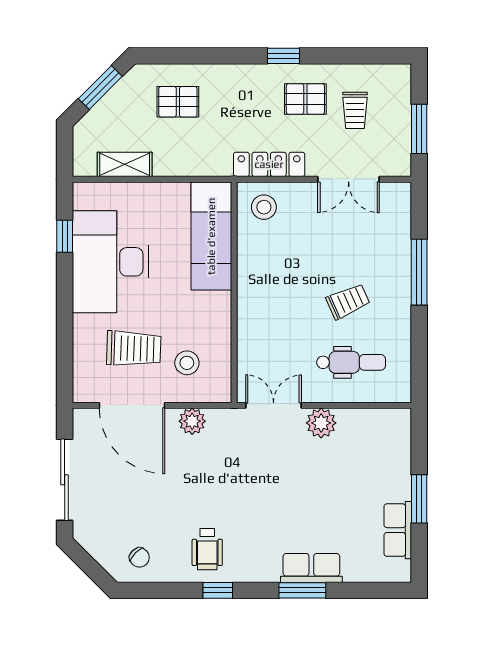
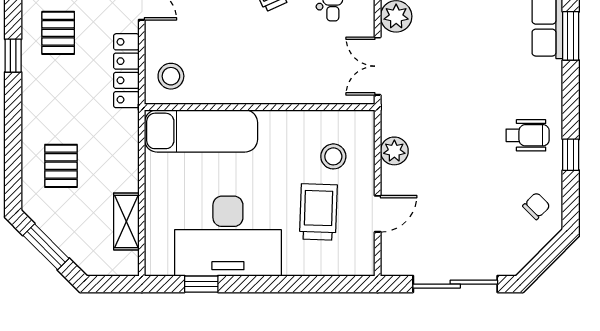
door: (132, 405) -> (378, 214), width x0.53
window: (218, 590) -> (571, 155), moved

